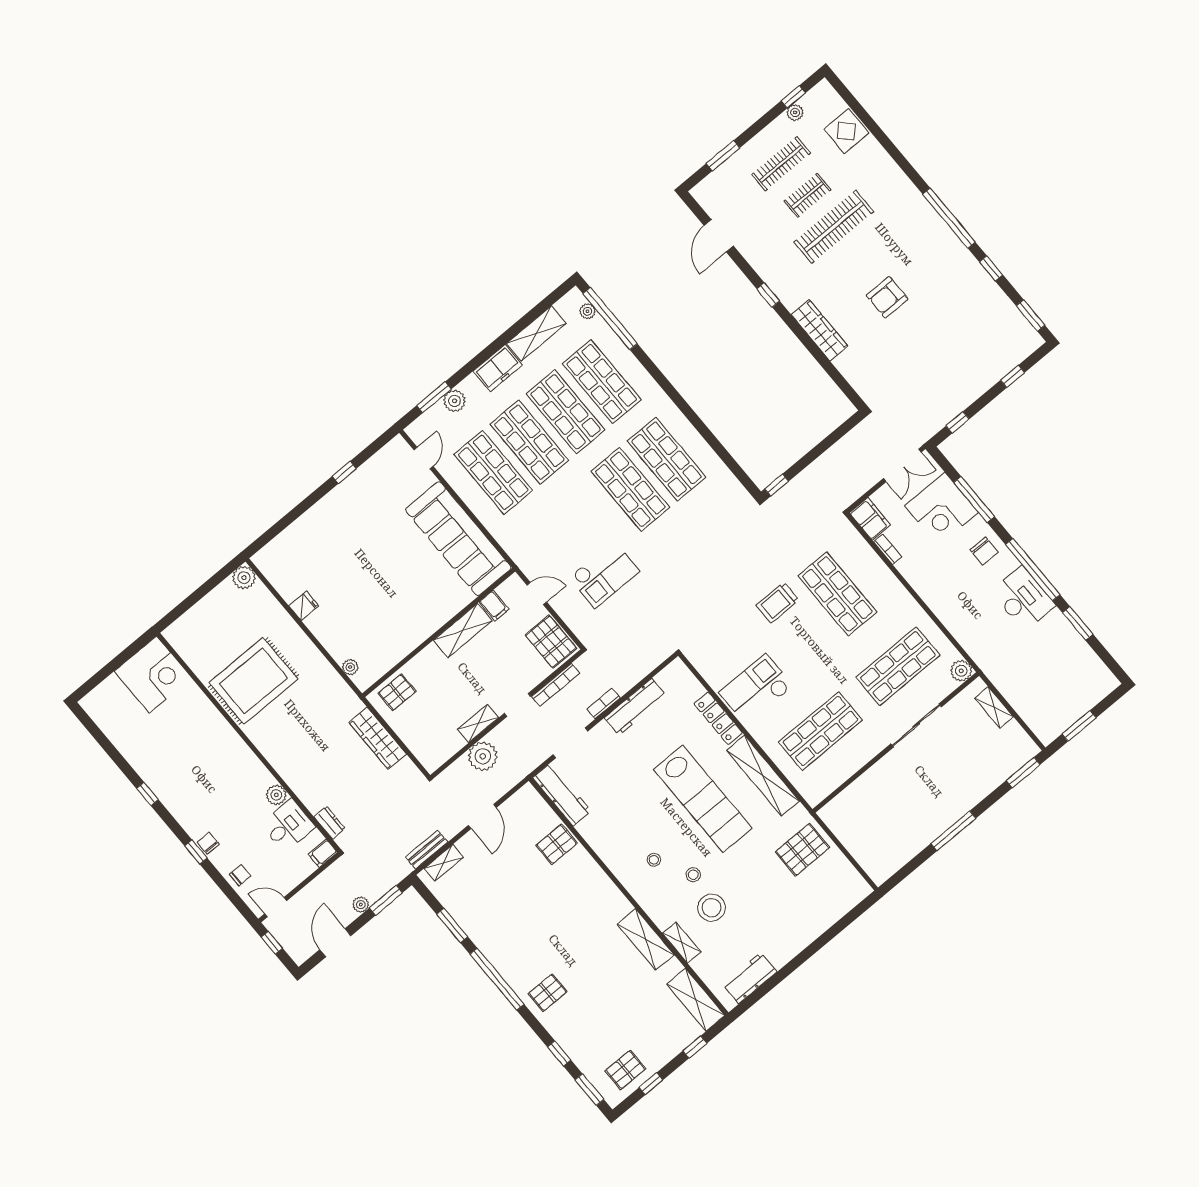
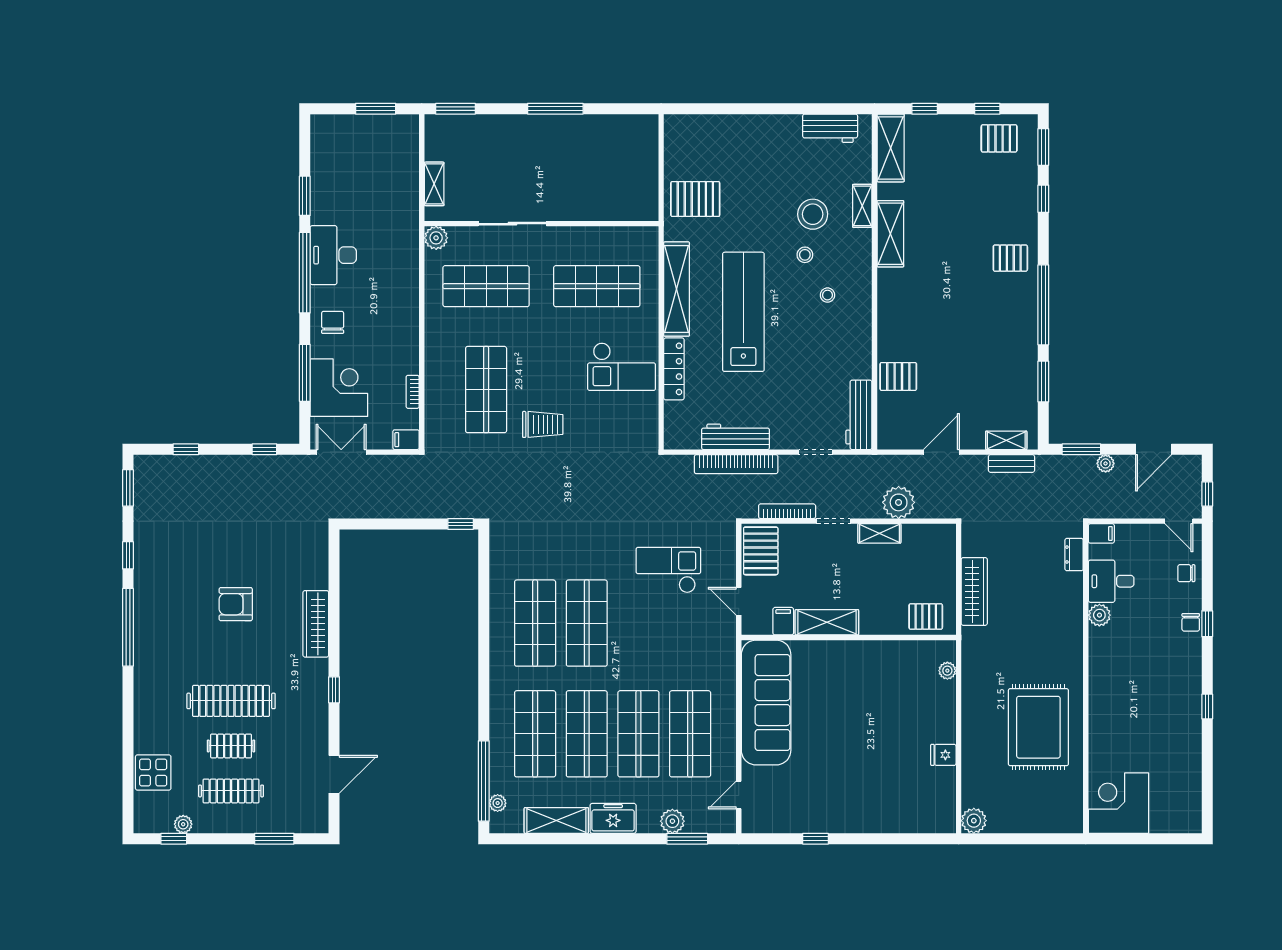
armchair: (887, 297) -> (236, 604), turned 180
filing cabinet: (870, 519) -> (406, 440), width x0.50
rug: (253, 681) -> (1038, 727), turned 90
bookcase: (604, 703) -> (736, 464), width x2.31, depth x1.31
doorway: (570, 743) -> (816, 452), width x0.73

